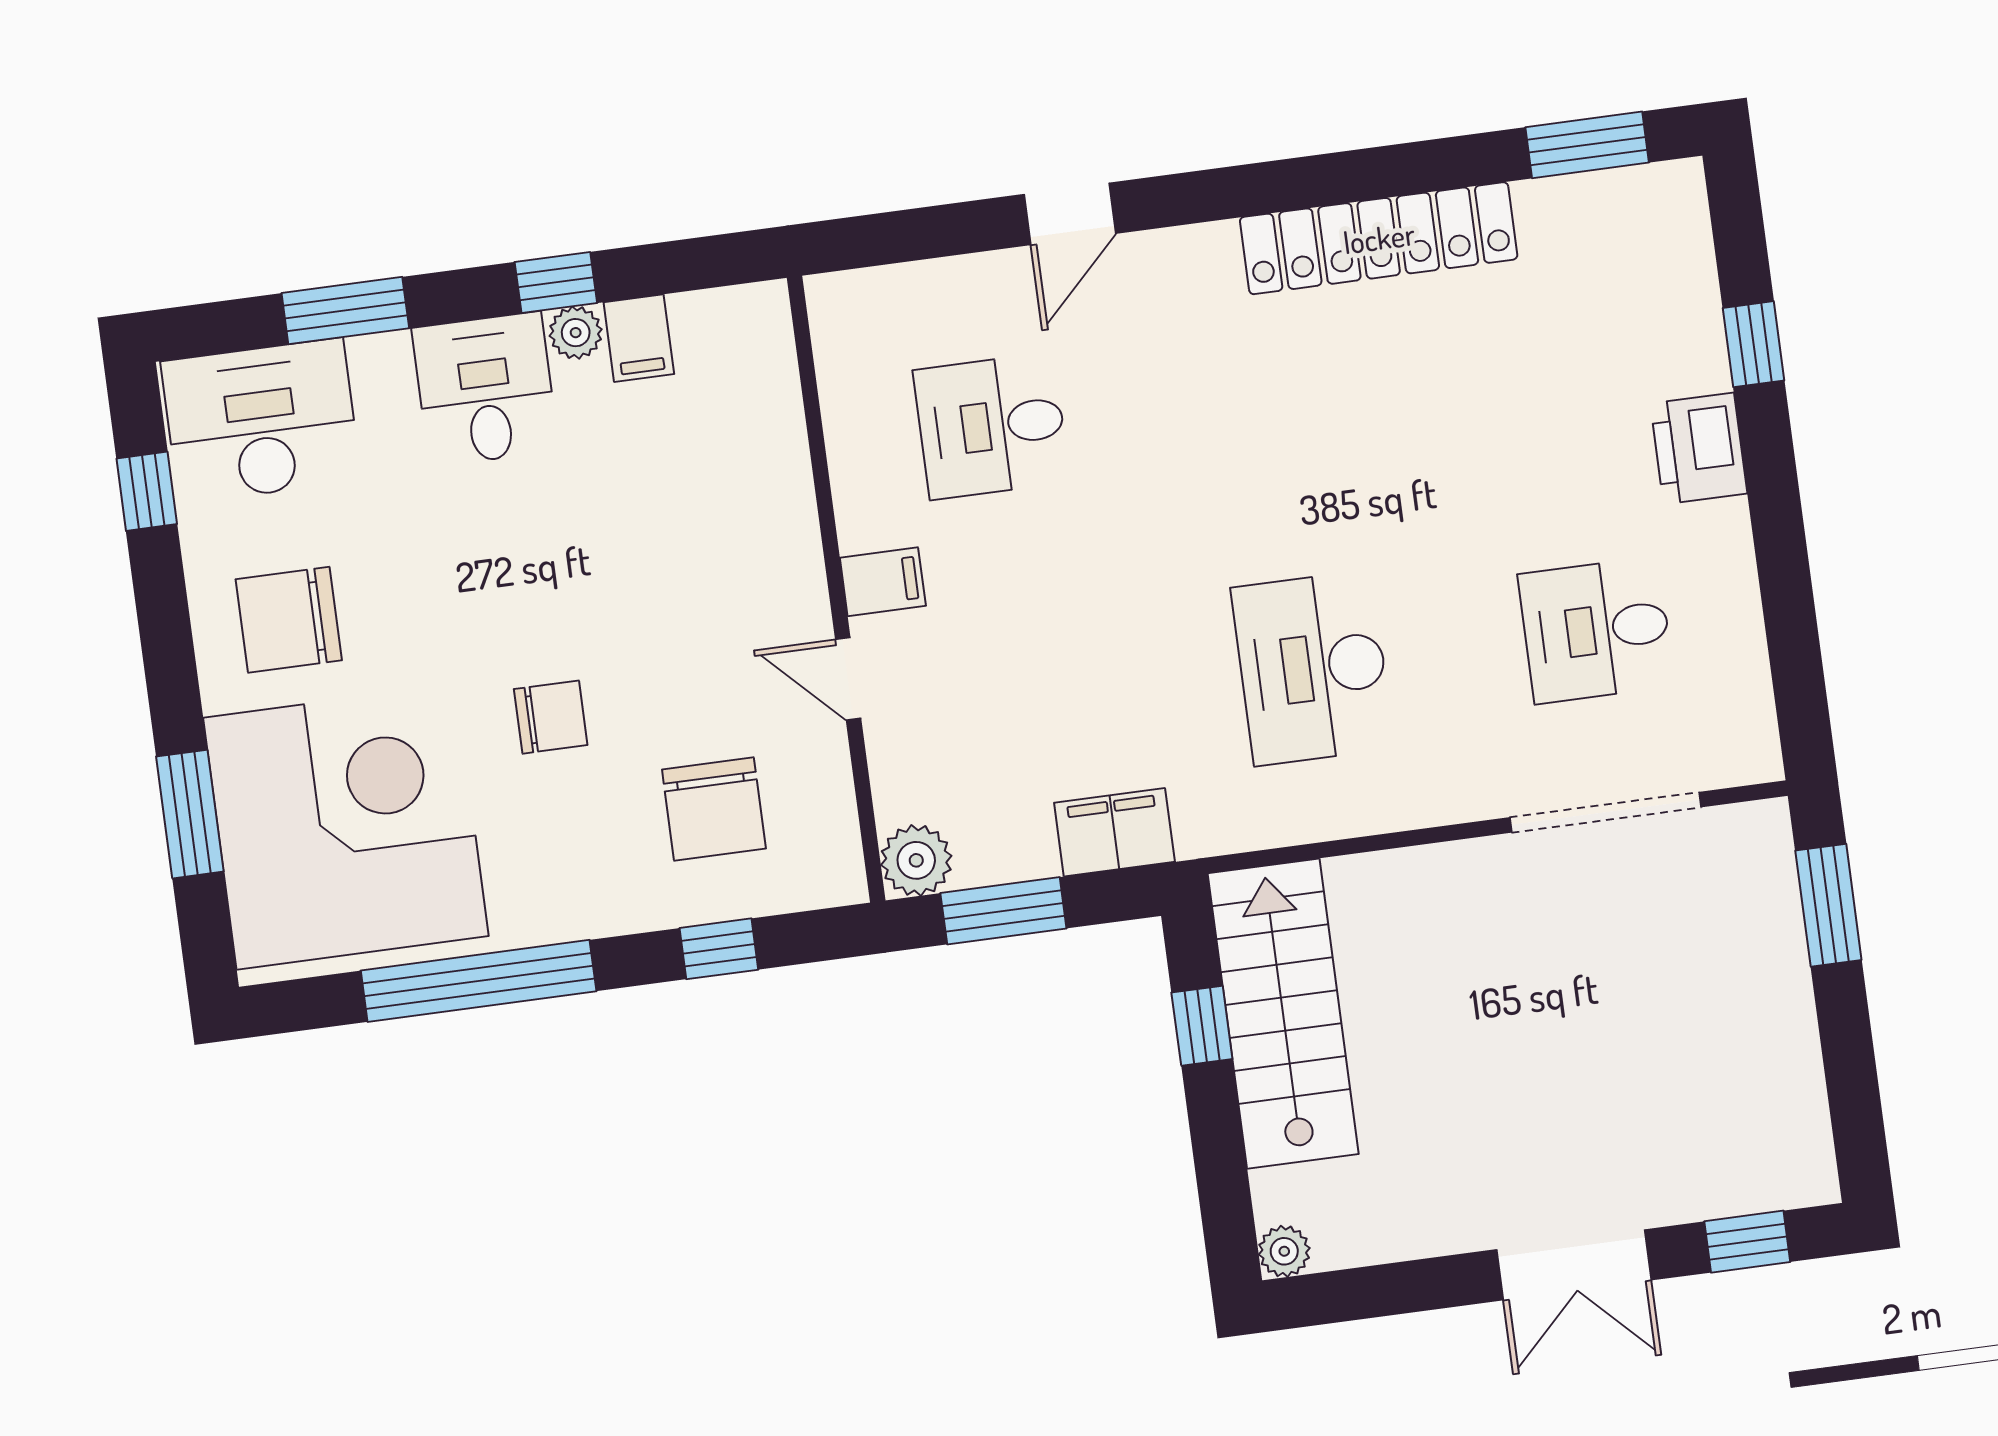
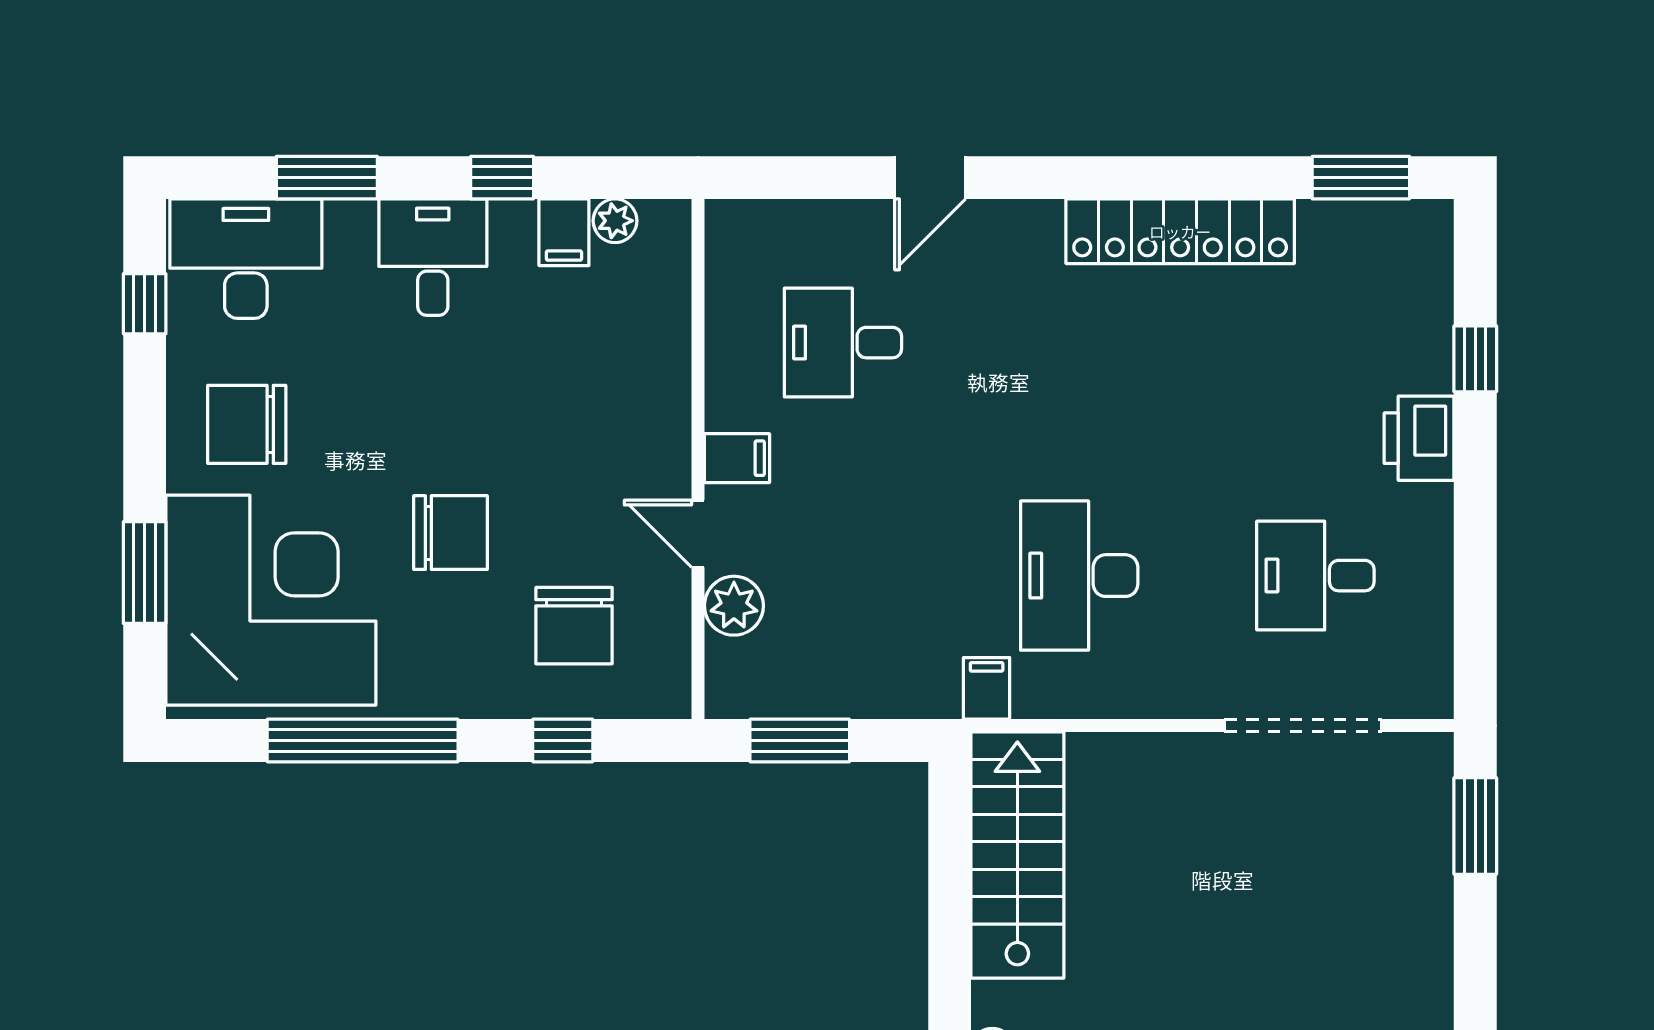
plant: (576, 333) -> (615, 221), moved
chair: (551, 717) -> (450, 533), width x1.37, depth x1.37
filing cabinet: (1114, 832) -> (987, 688), moved, width x0.50
plant: (916, 860) -> (734, 606), moved
window: (1202, 1026) -> (950, 856), removed

